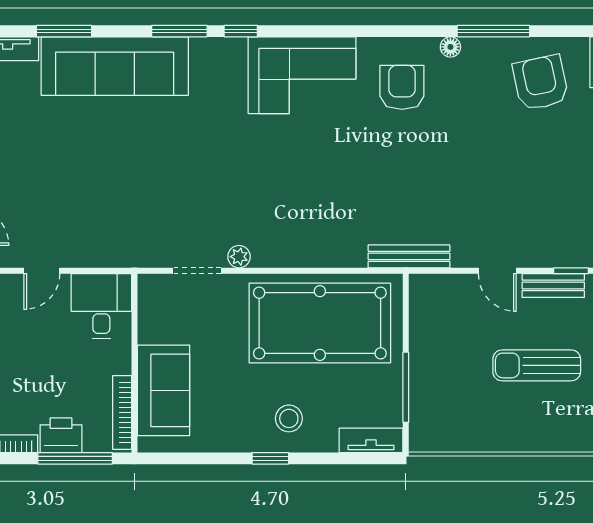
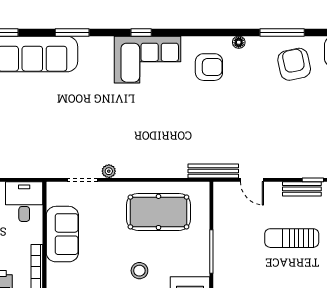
window: (241, 31) -> (141, 32), moved
window: (493, 31) -> (282, 32), moved
armchair: (402, 87) -> (209, 67), turned 90
door: (497, 271) -> (252, 180), moved
pool table: (320, 323) -> (158, 212), width x0.73, depth x0.76
sofa: (164, 390) -> (62, 234), moved

